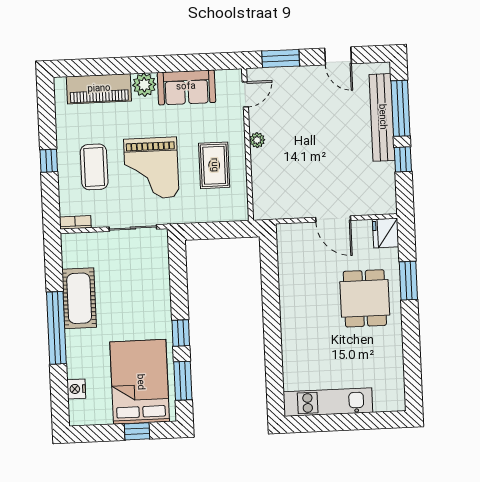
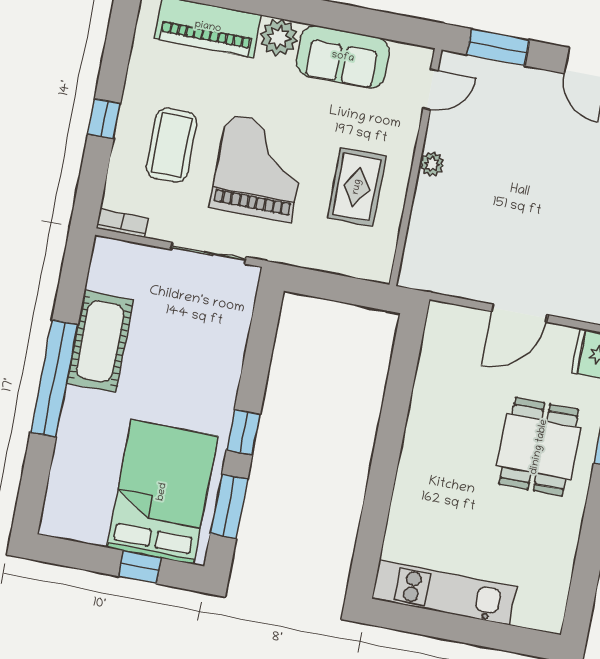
grand piano: (151, 168) -> (259, 168), turned 180
door: (333, 219) -> (520, 313), hinge flipped
nightstand: (76, 389) -> (62, 480), removed

